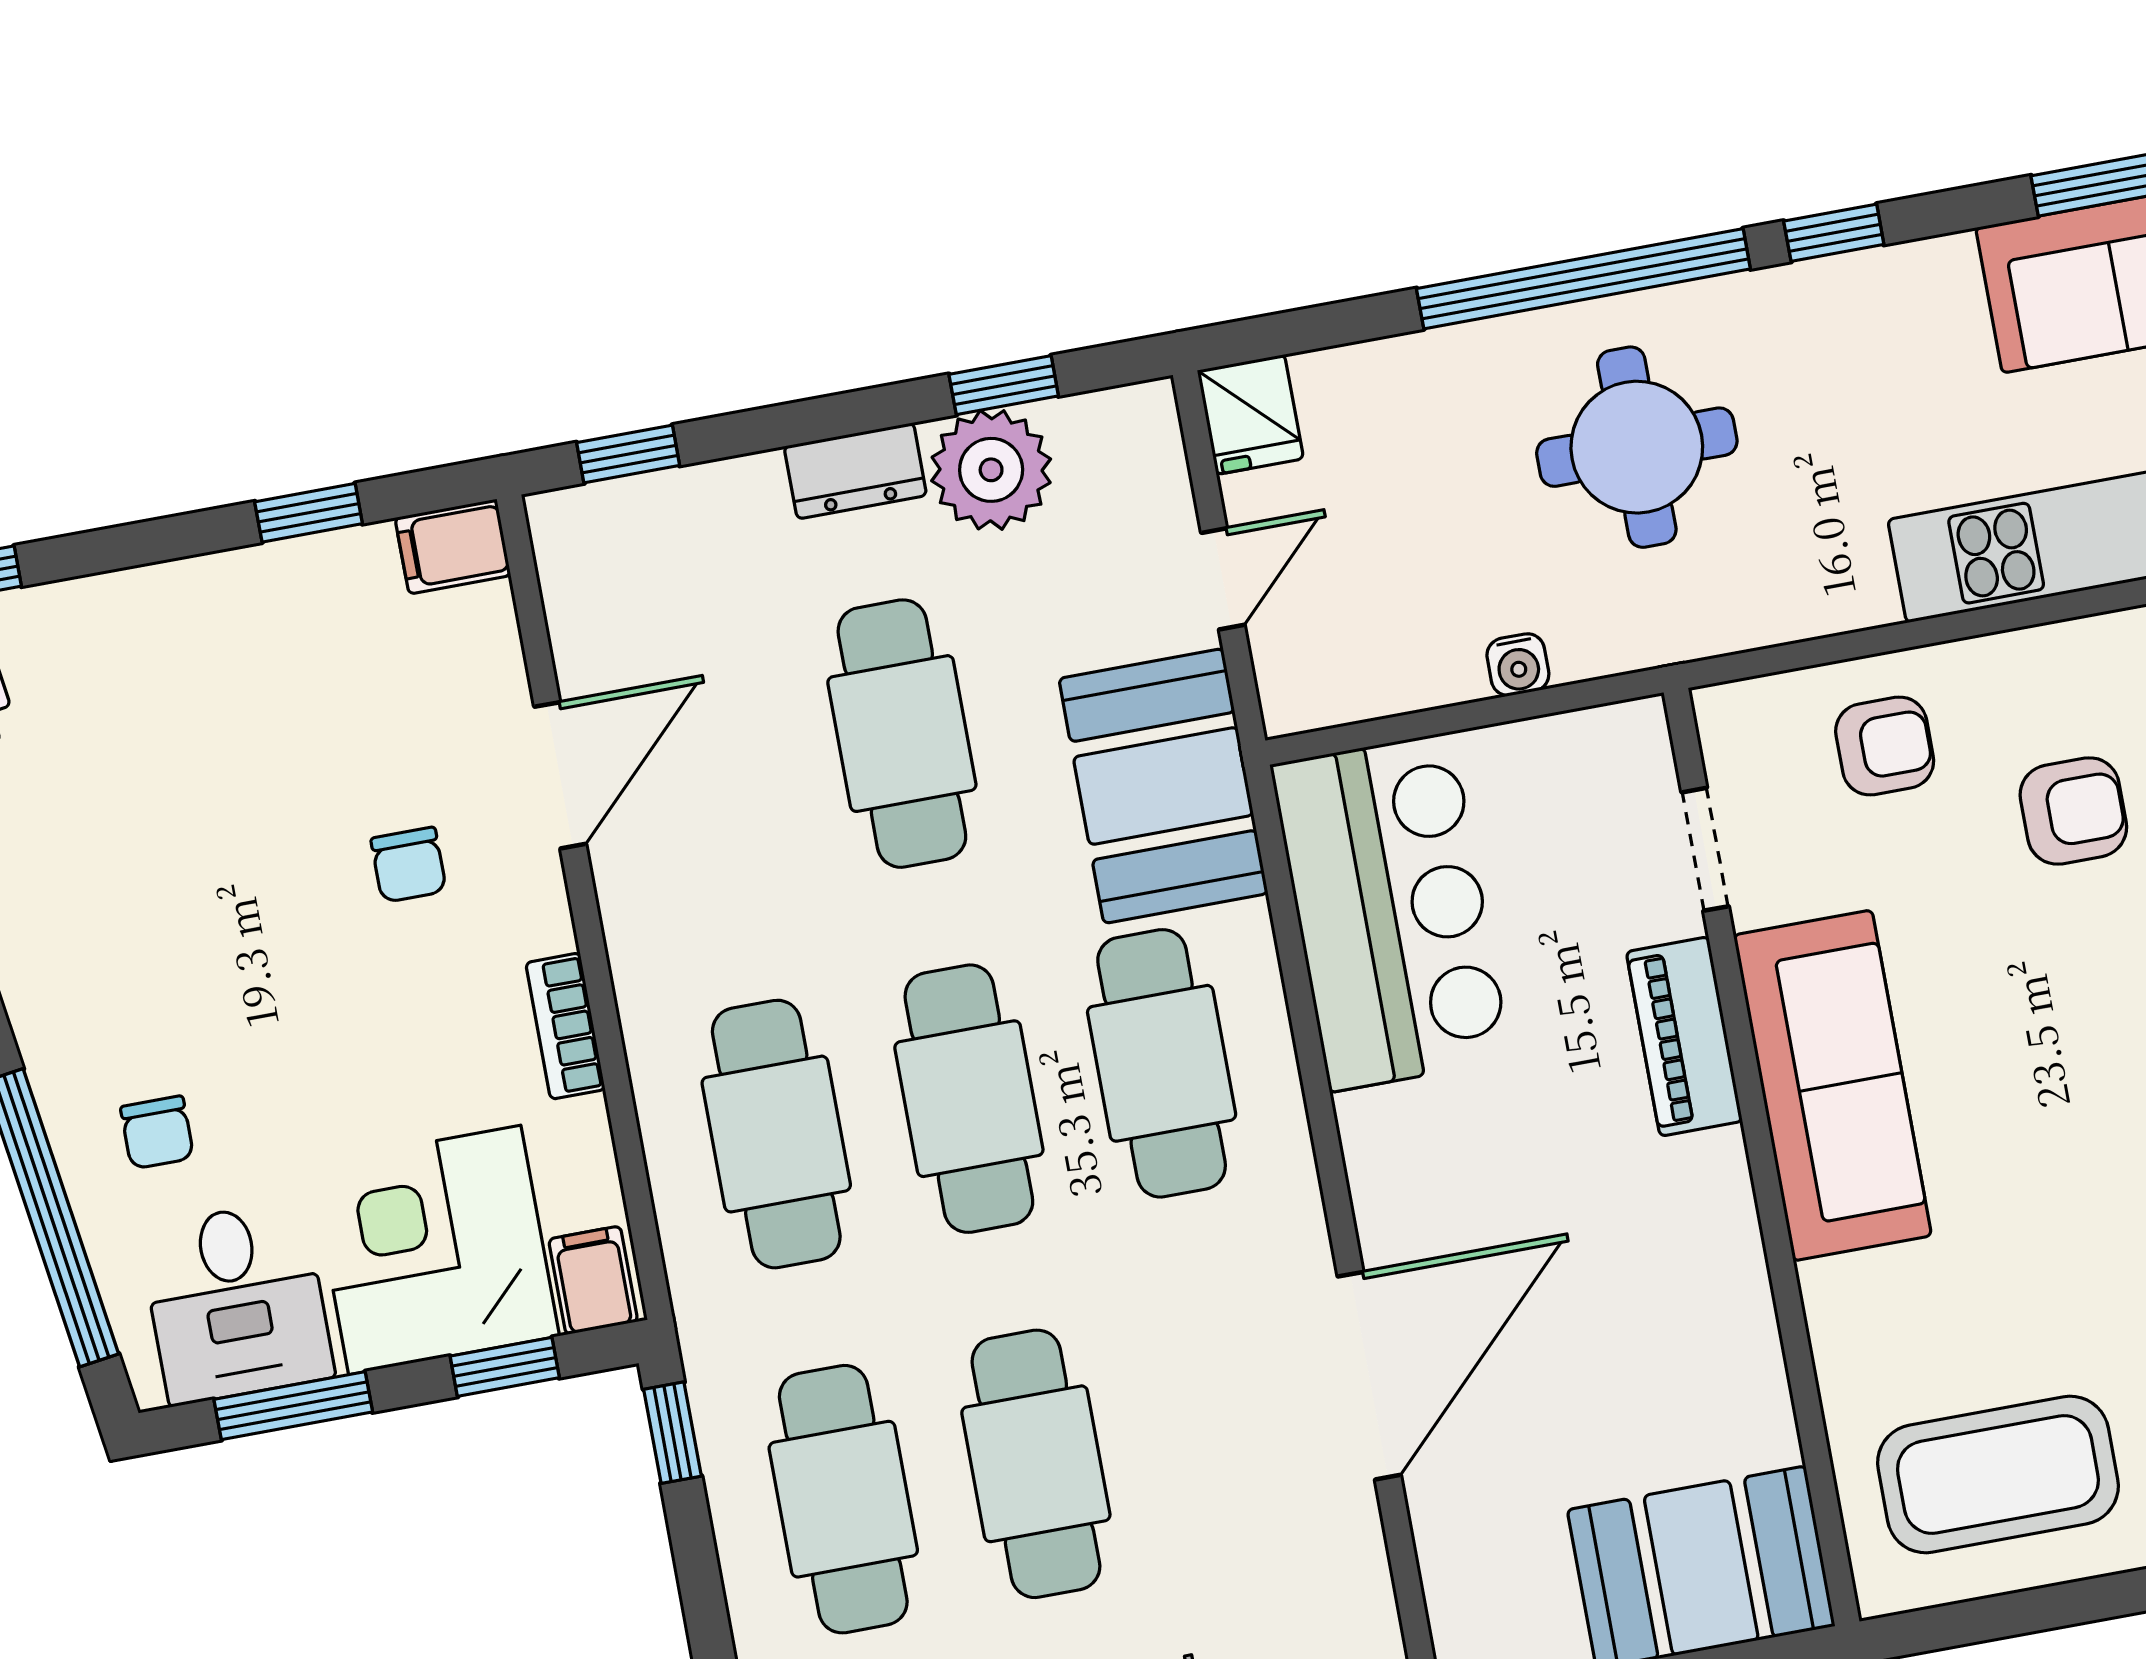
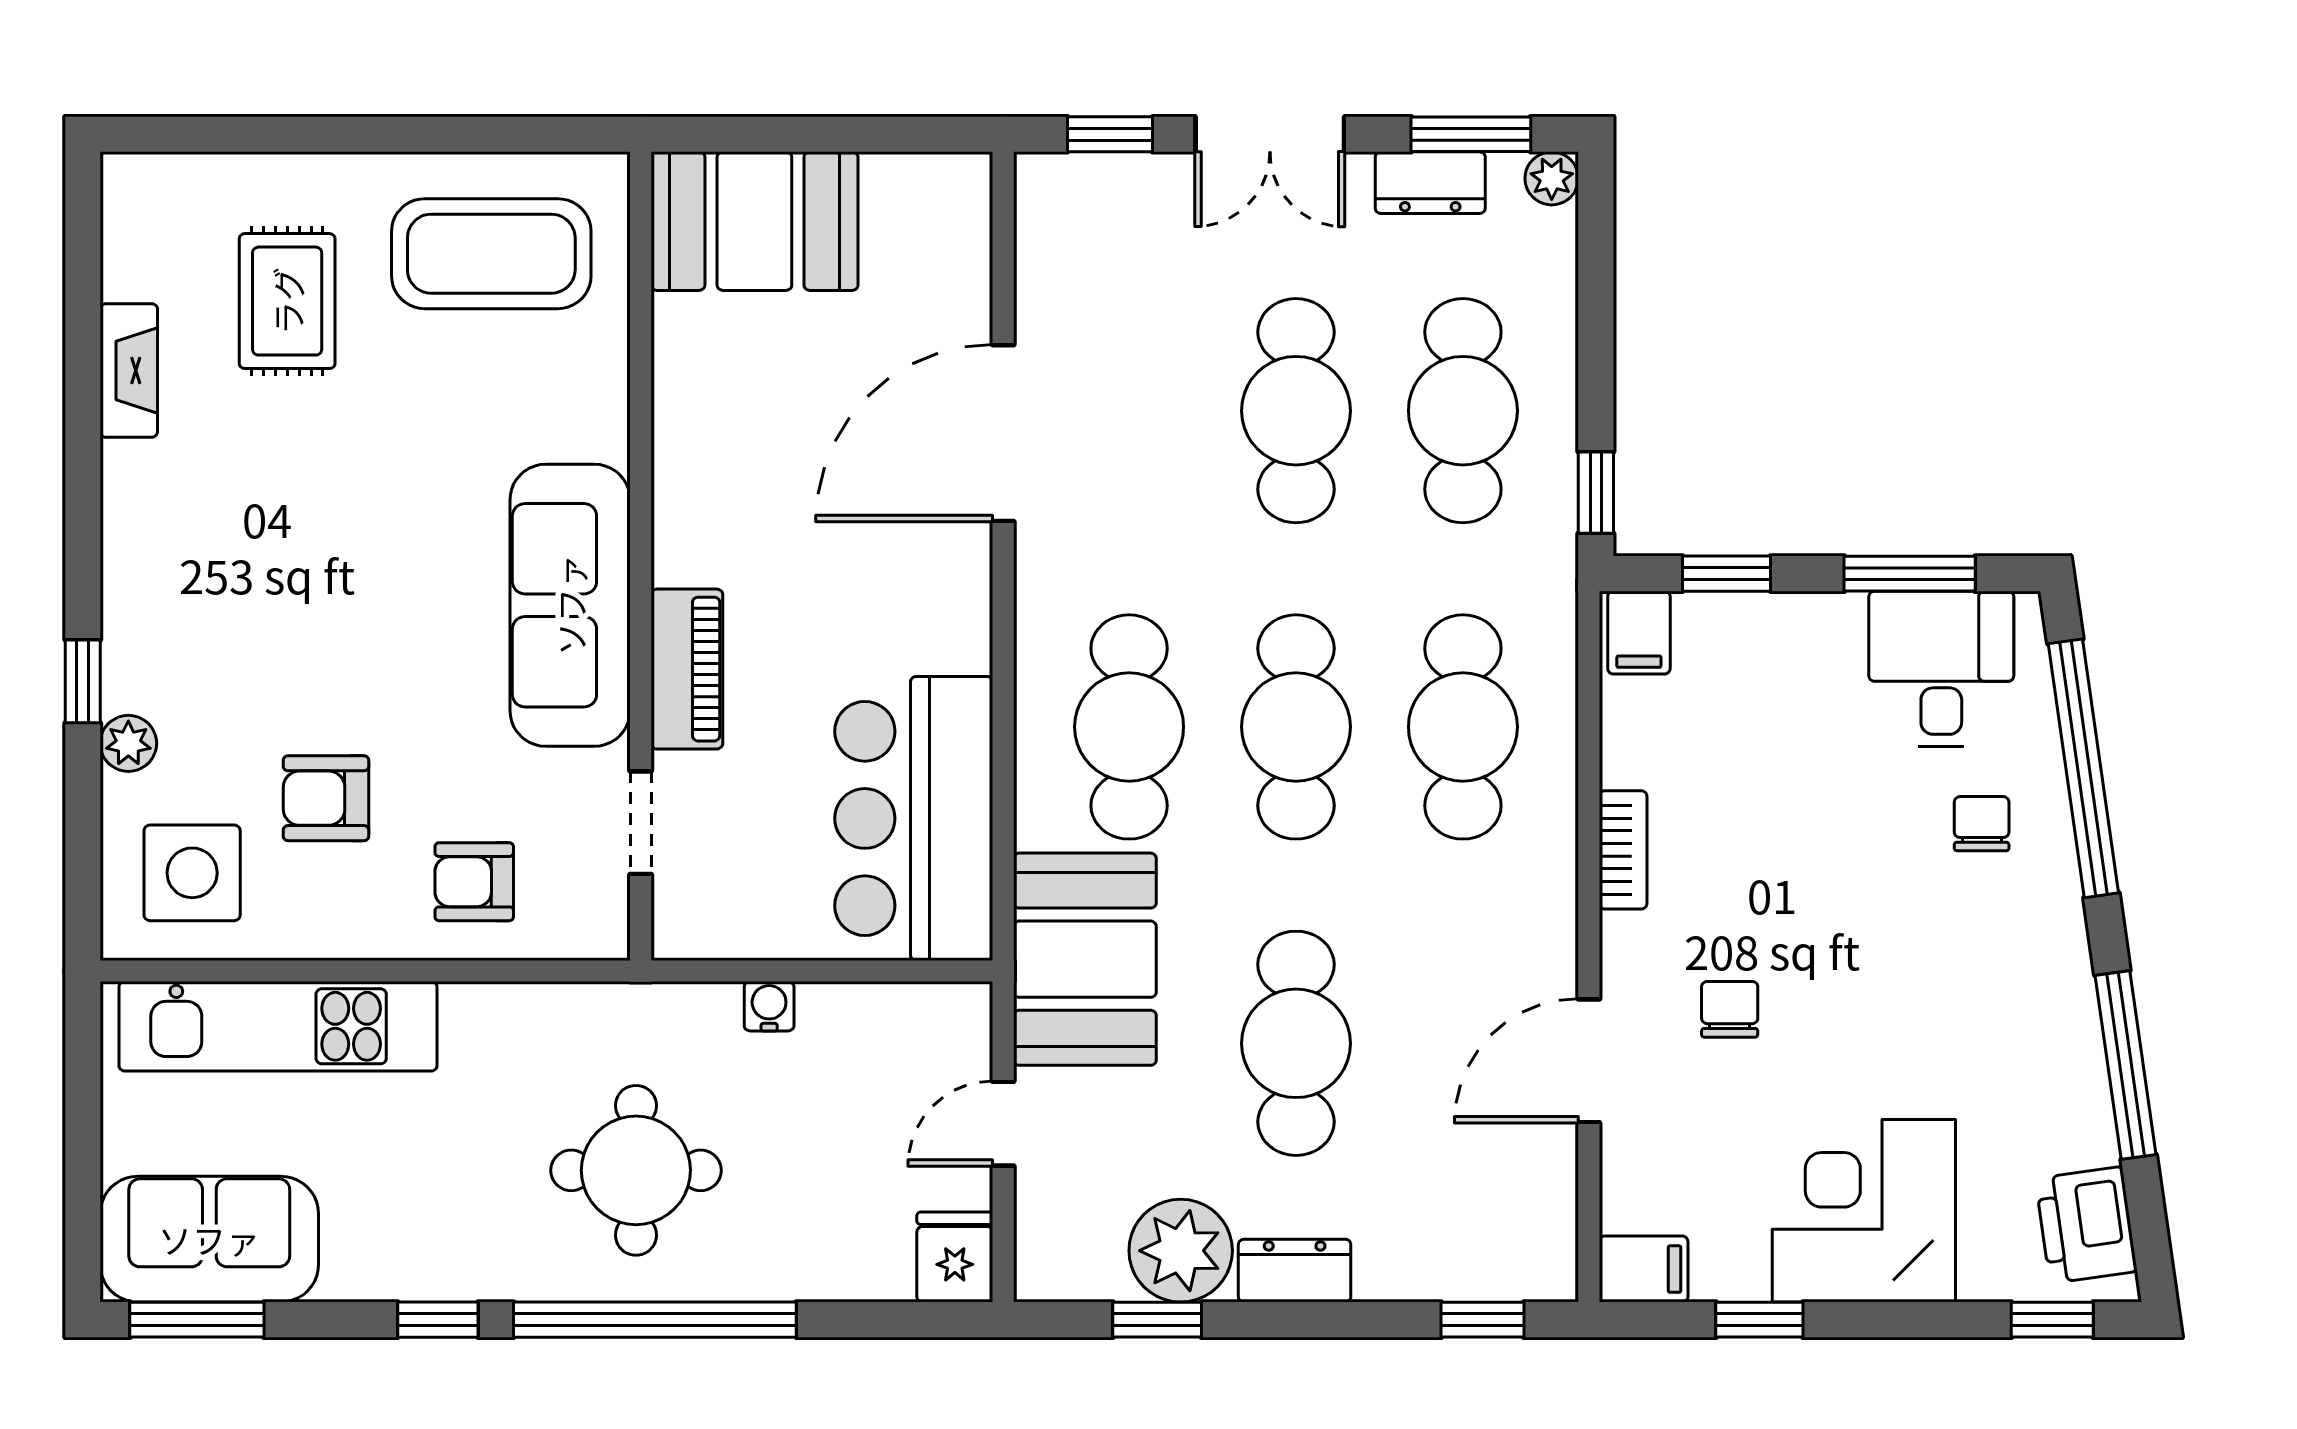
corner desk: (435, 1250) -> (1864, 1211), moved, turned 180

